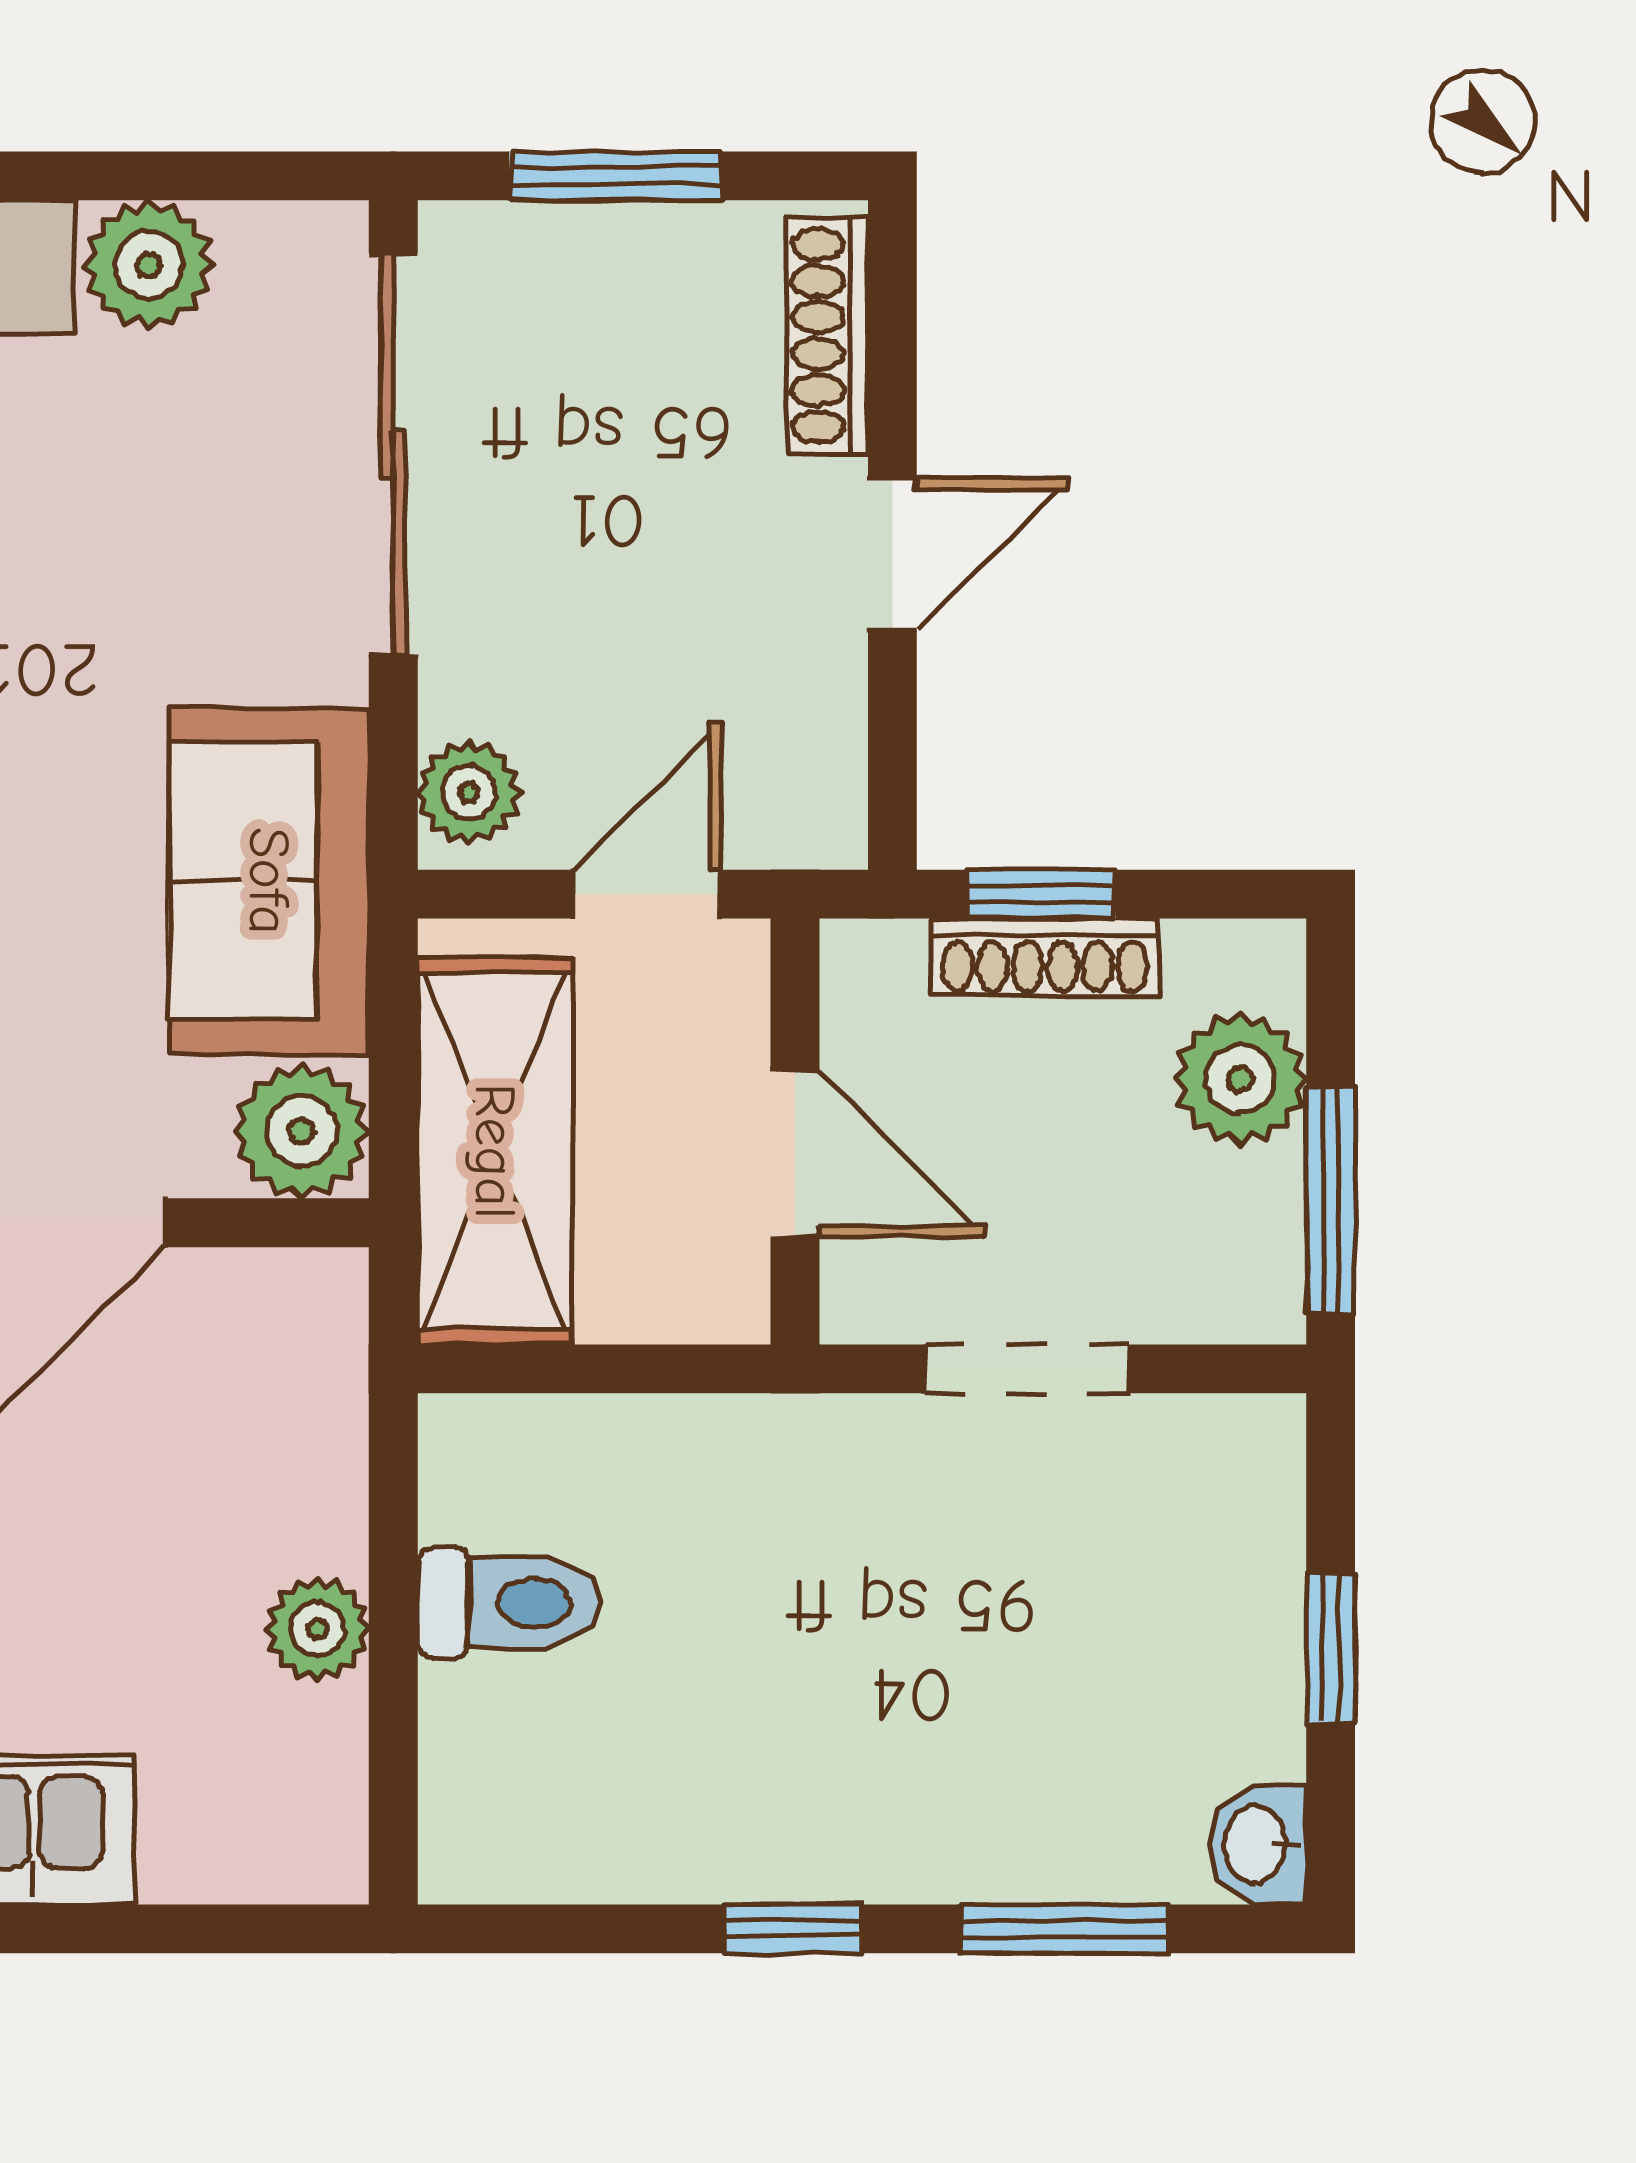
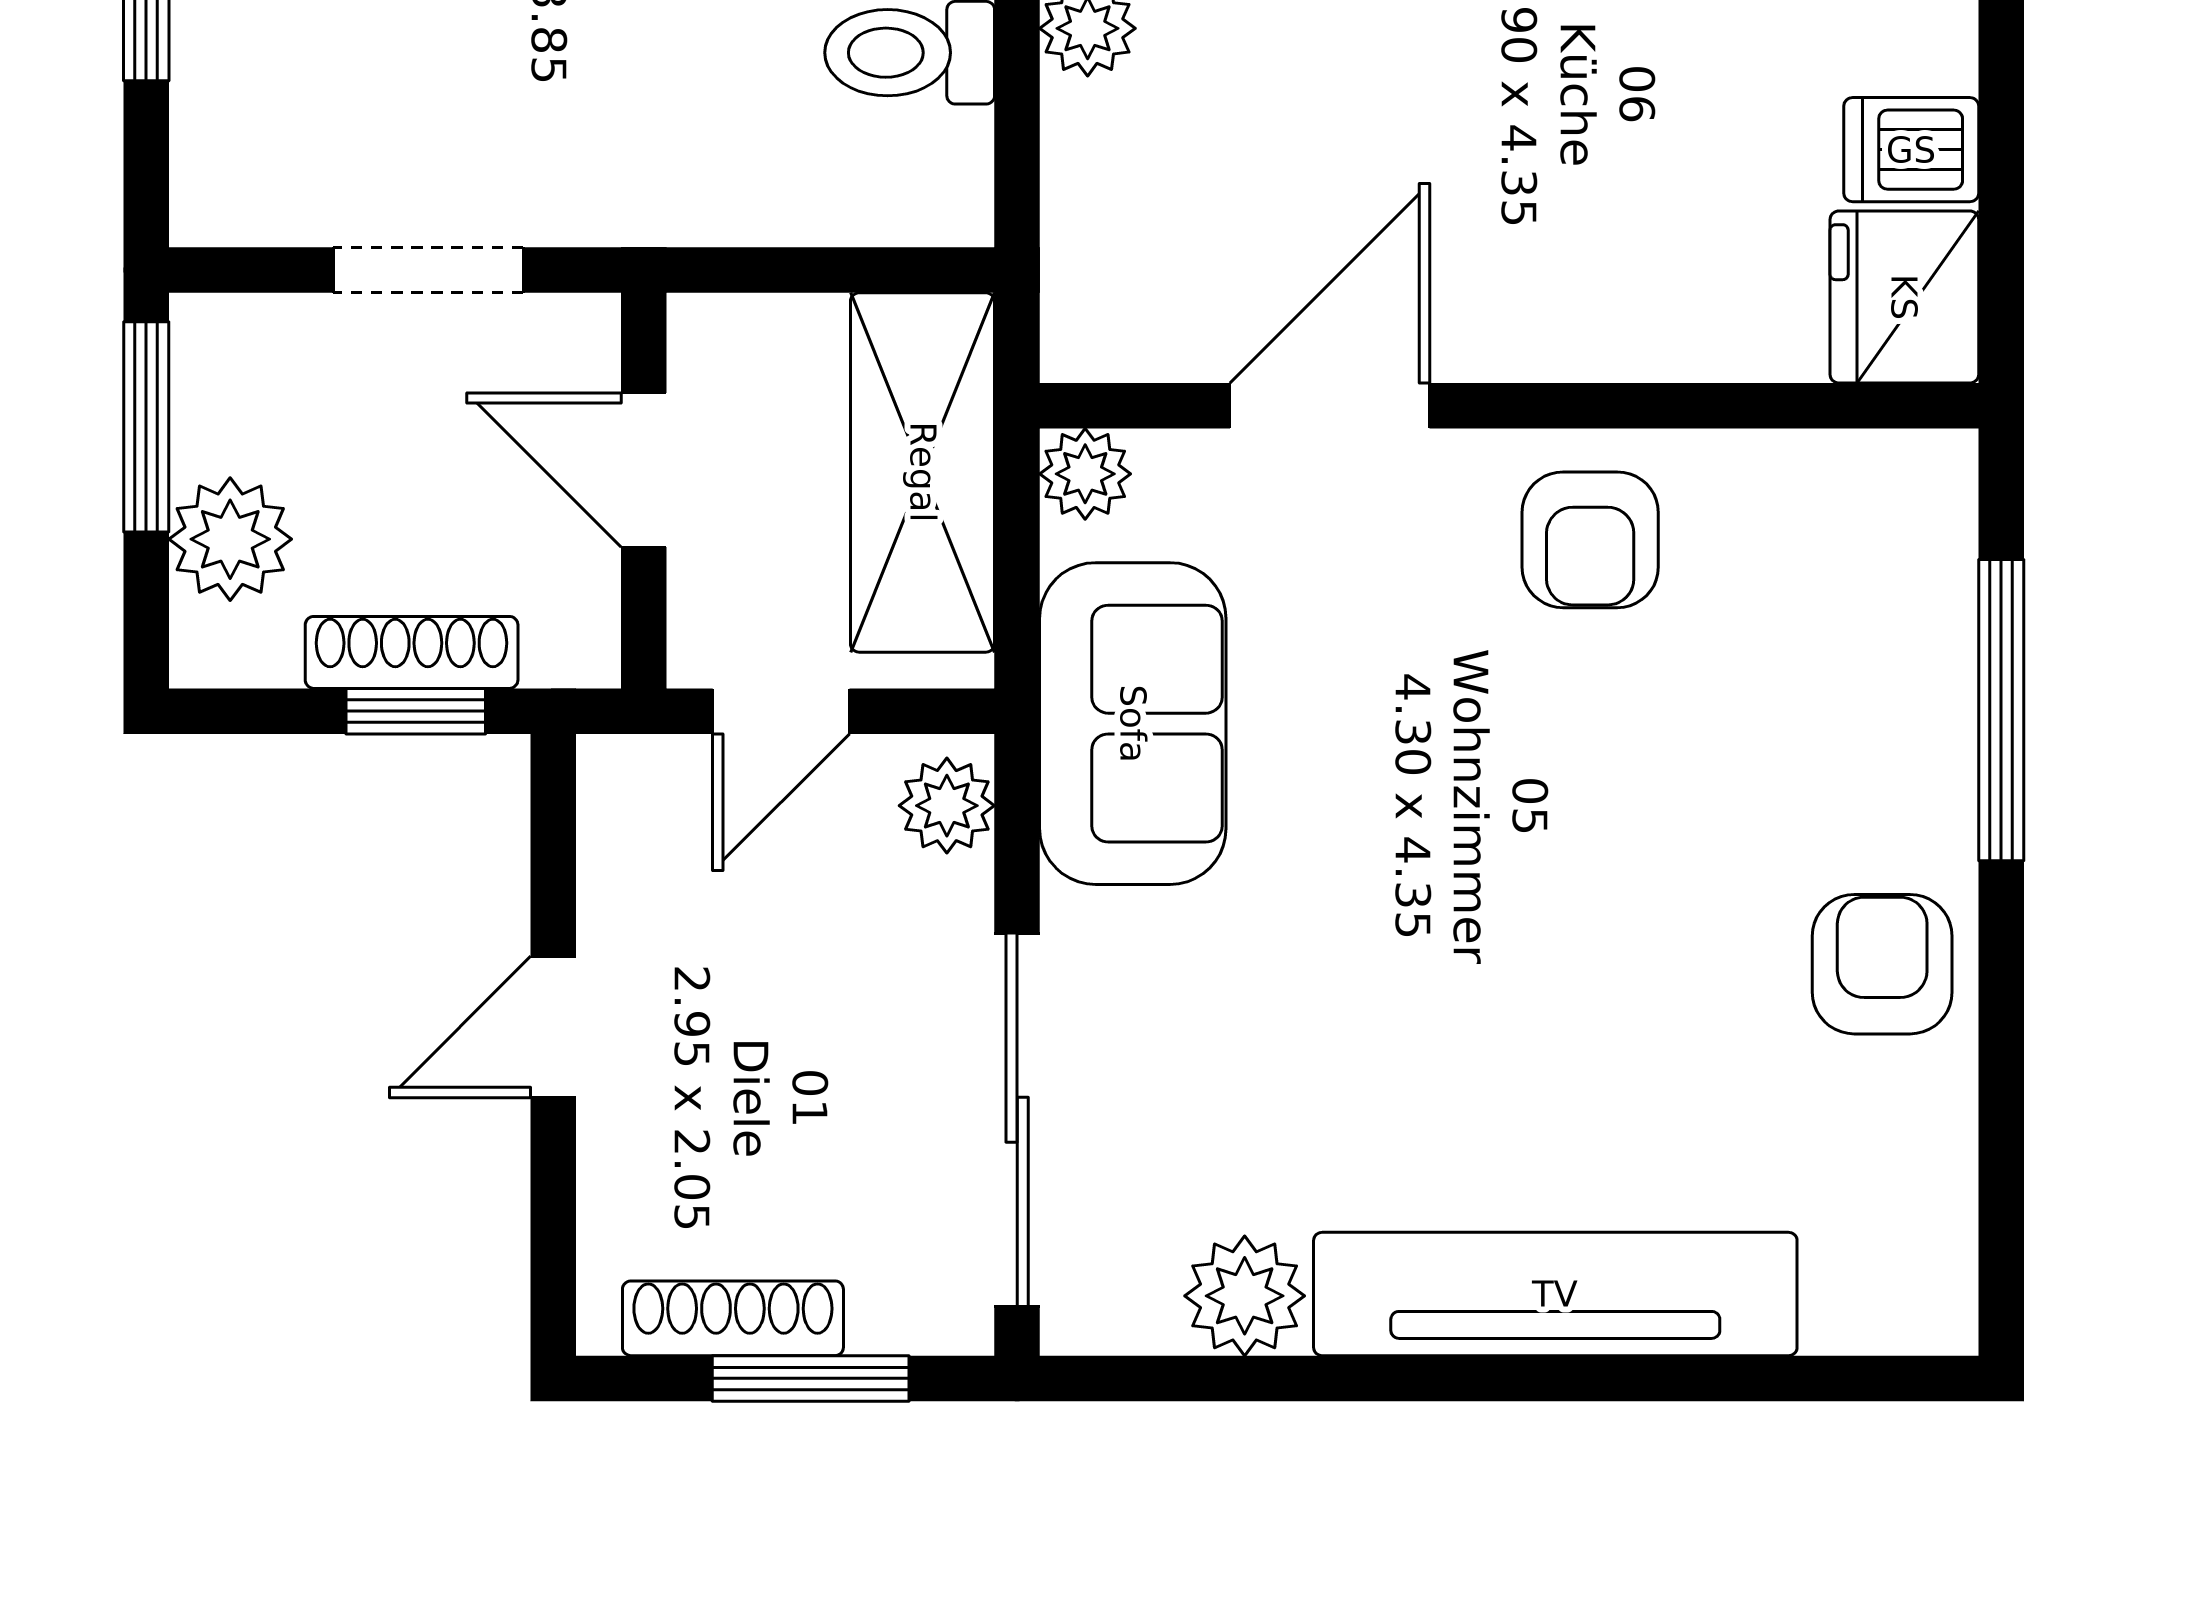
shoe rack: (828, 336) -> (733, 1318), moved, turned -90
plant: (302, 1131) -> (1085, 474), width x0.73, depth x0.73

